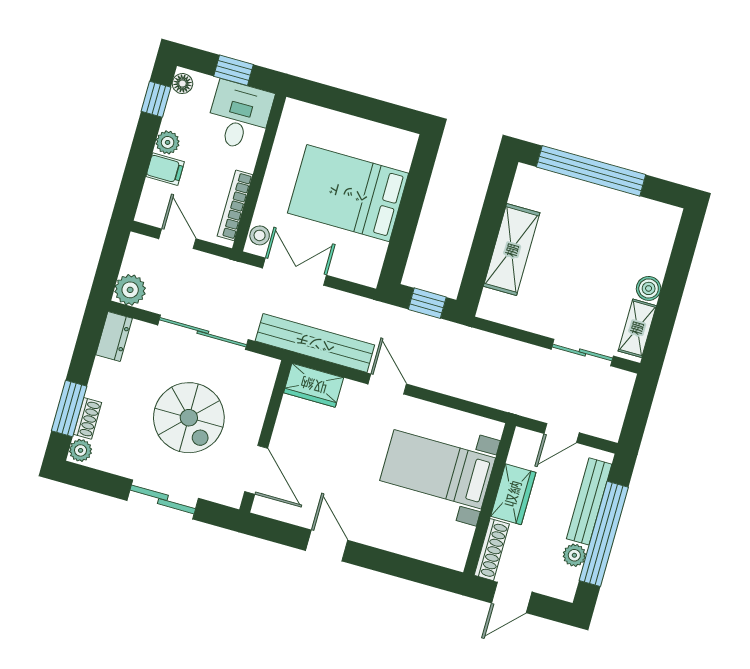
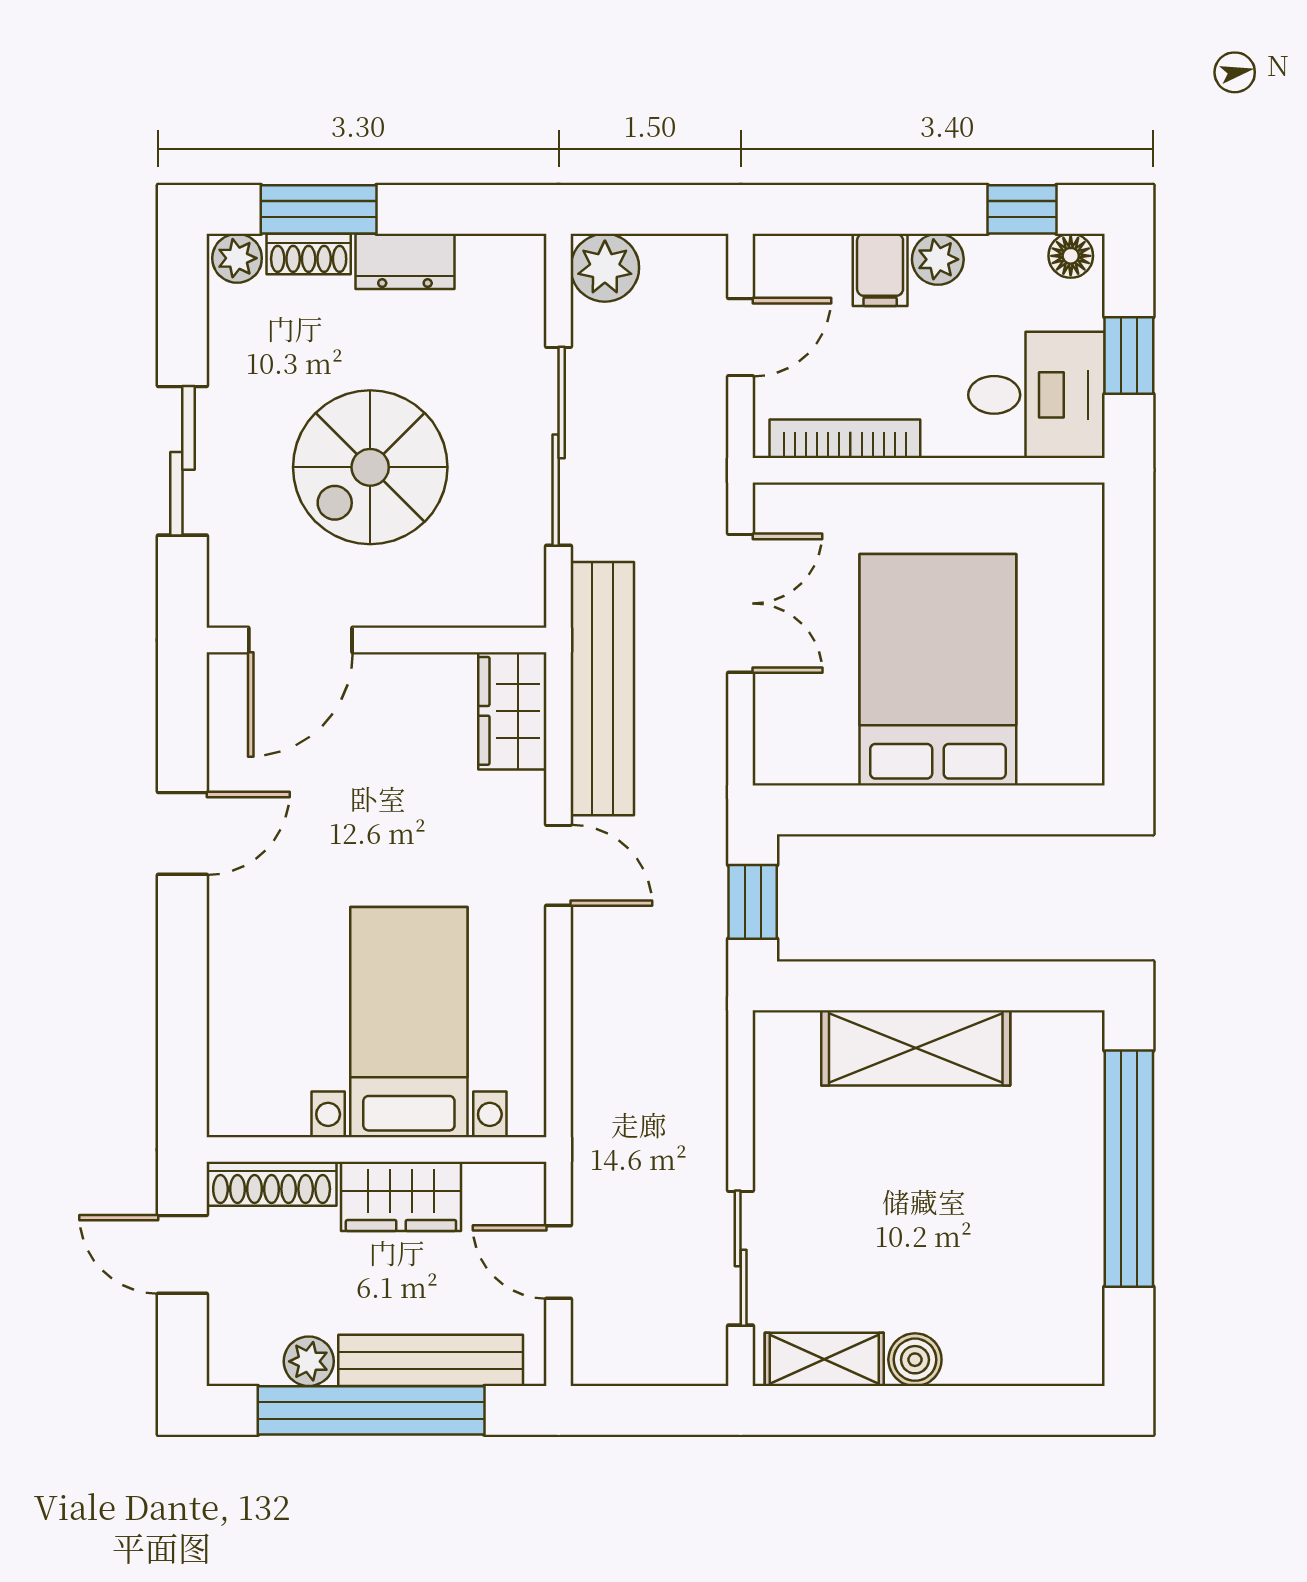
stool: (260, 235) -> (796, 508), removed
dresser: (114, 336) -> (405, 261), moved
door: (387, 384) -> (559, 865), hinge flipped

